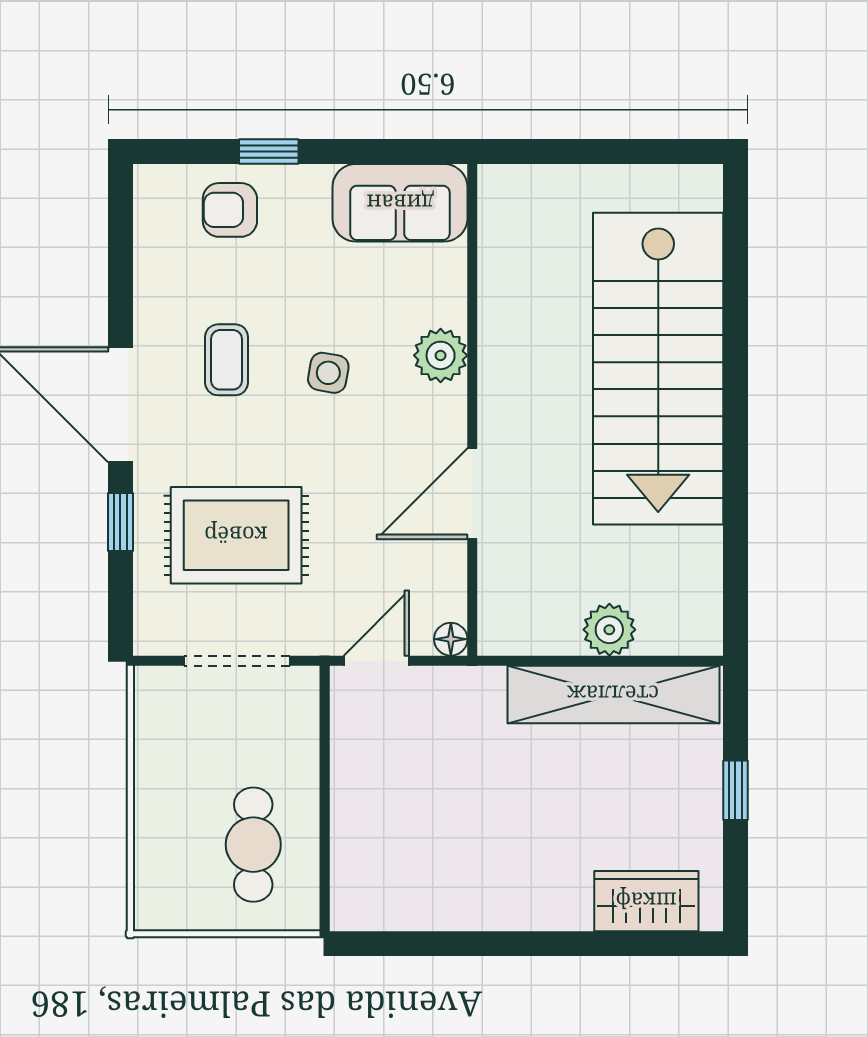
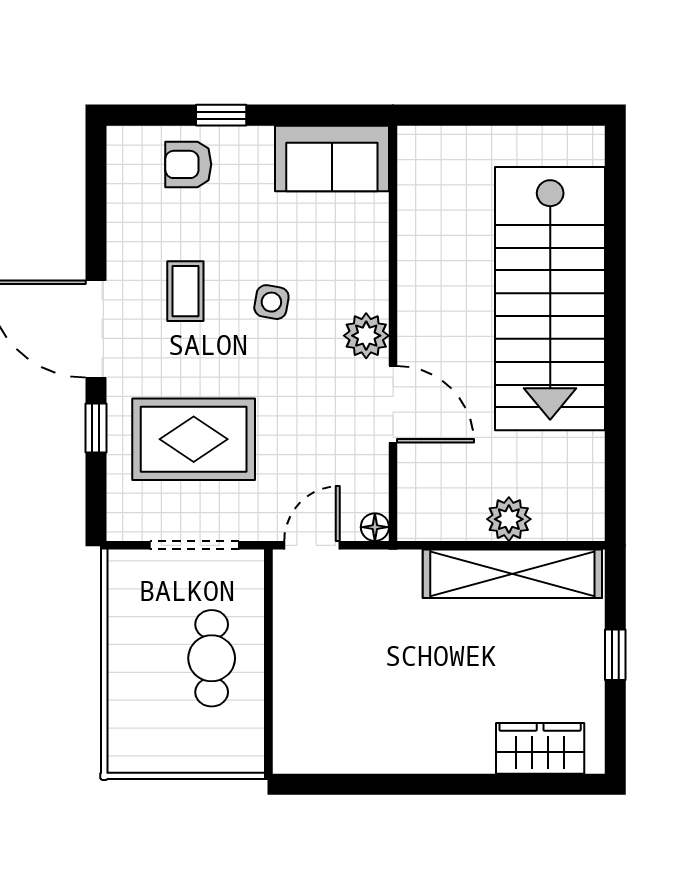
plant: (441, 355) -> (366, 336), moved
door: (472, 494) -> (393, 404), swing flipped
cafe table: (253, 845) -> (212, 658), moved

